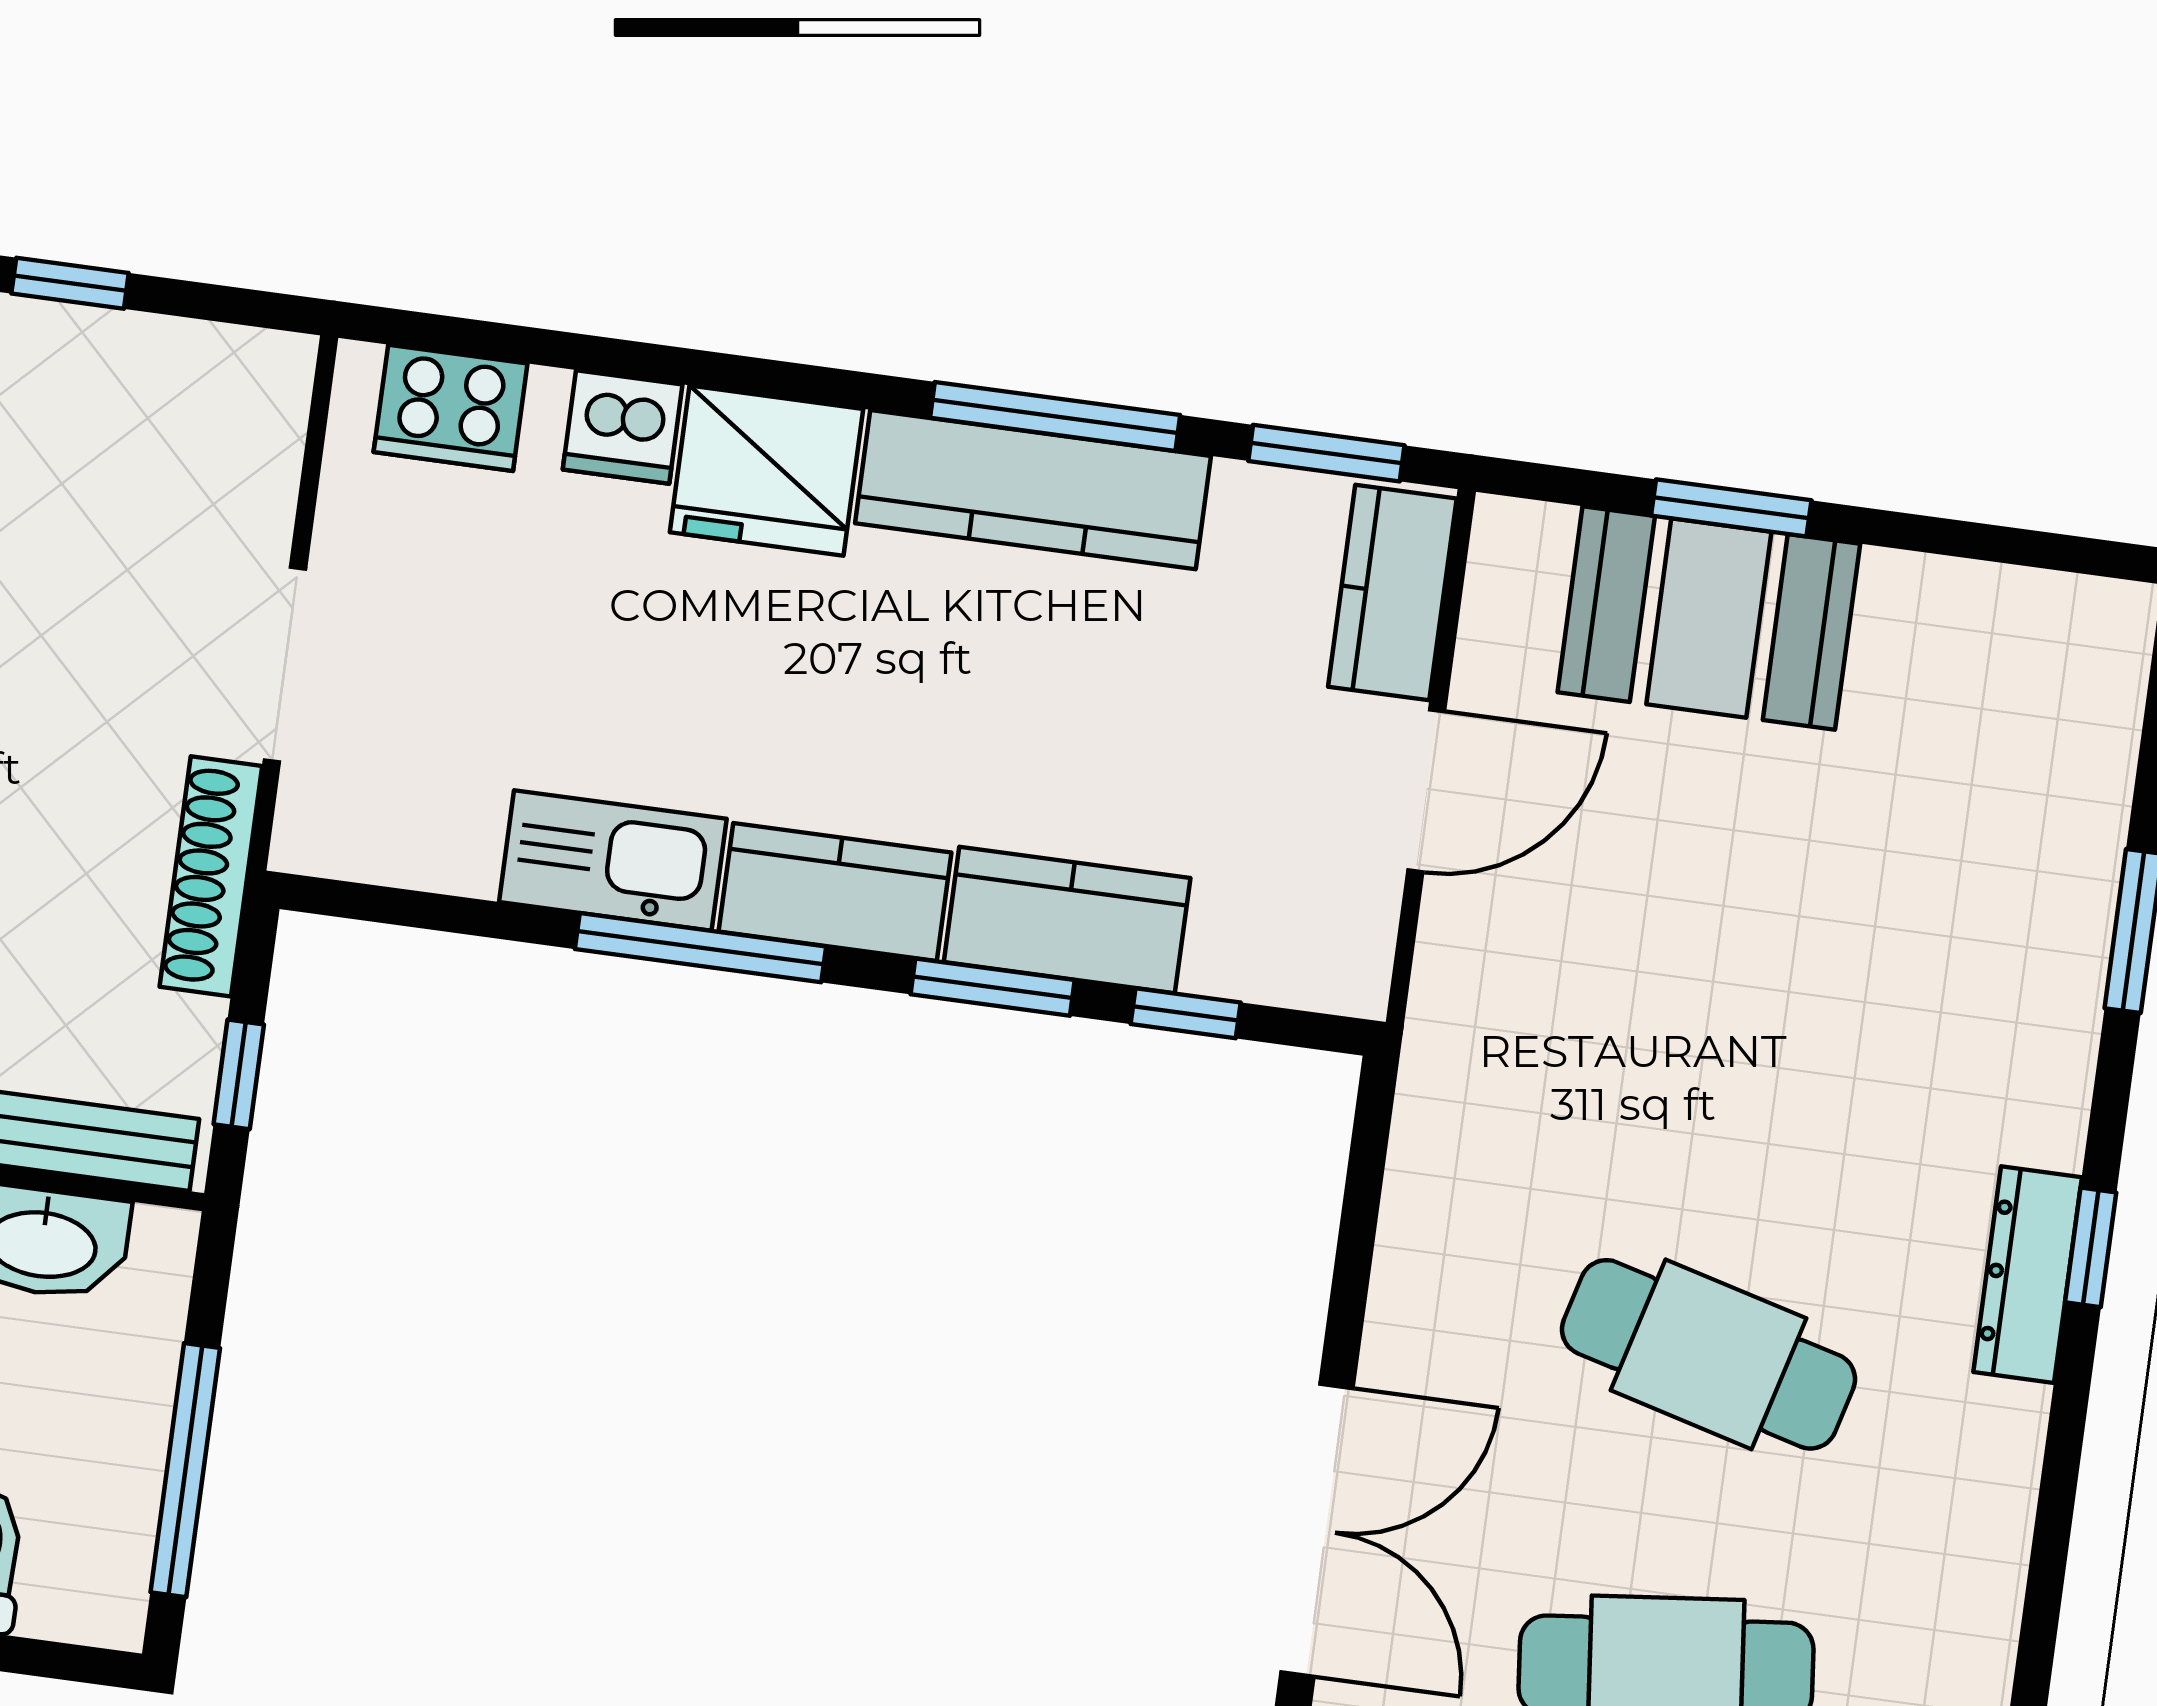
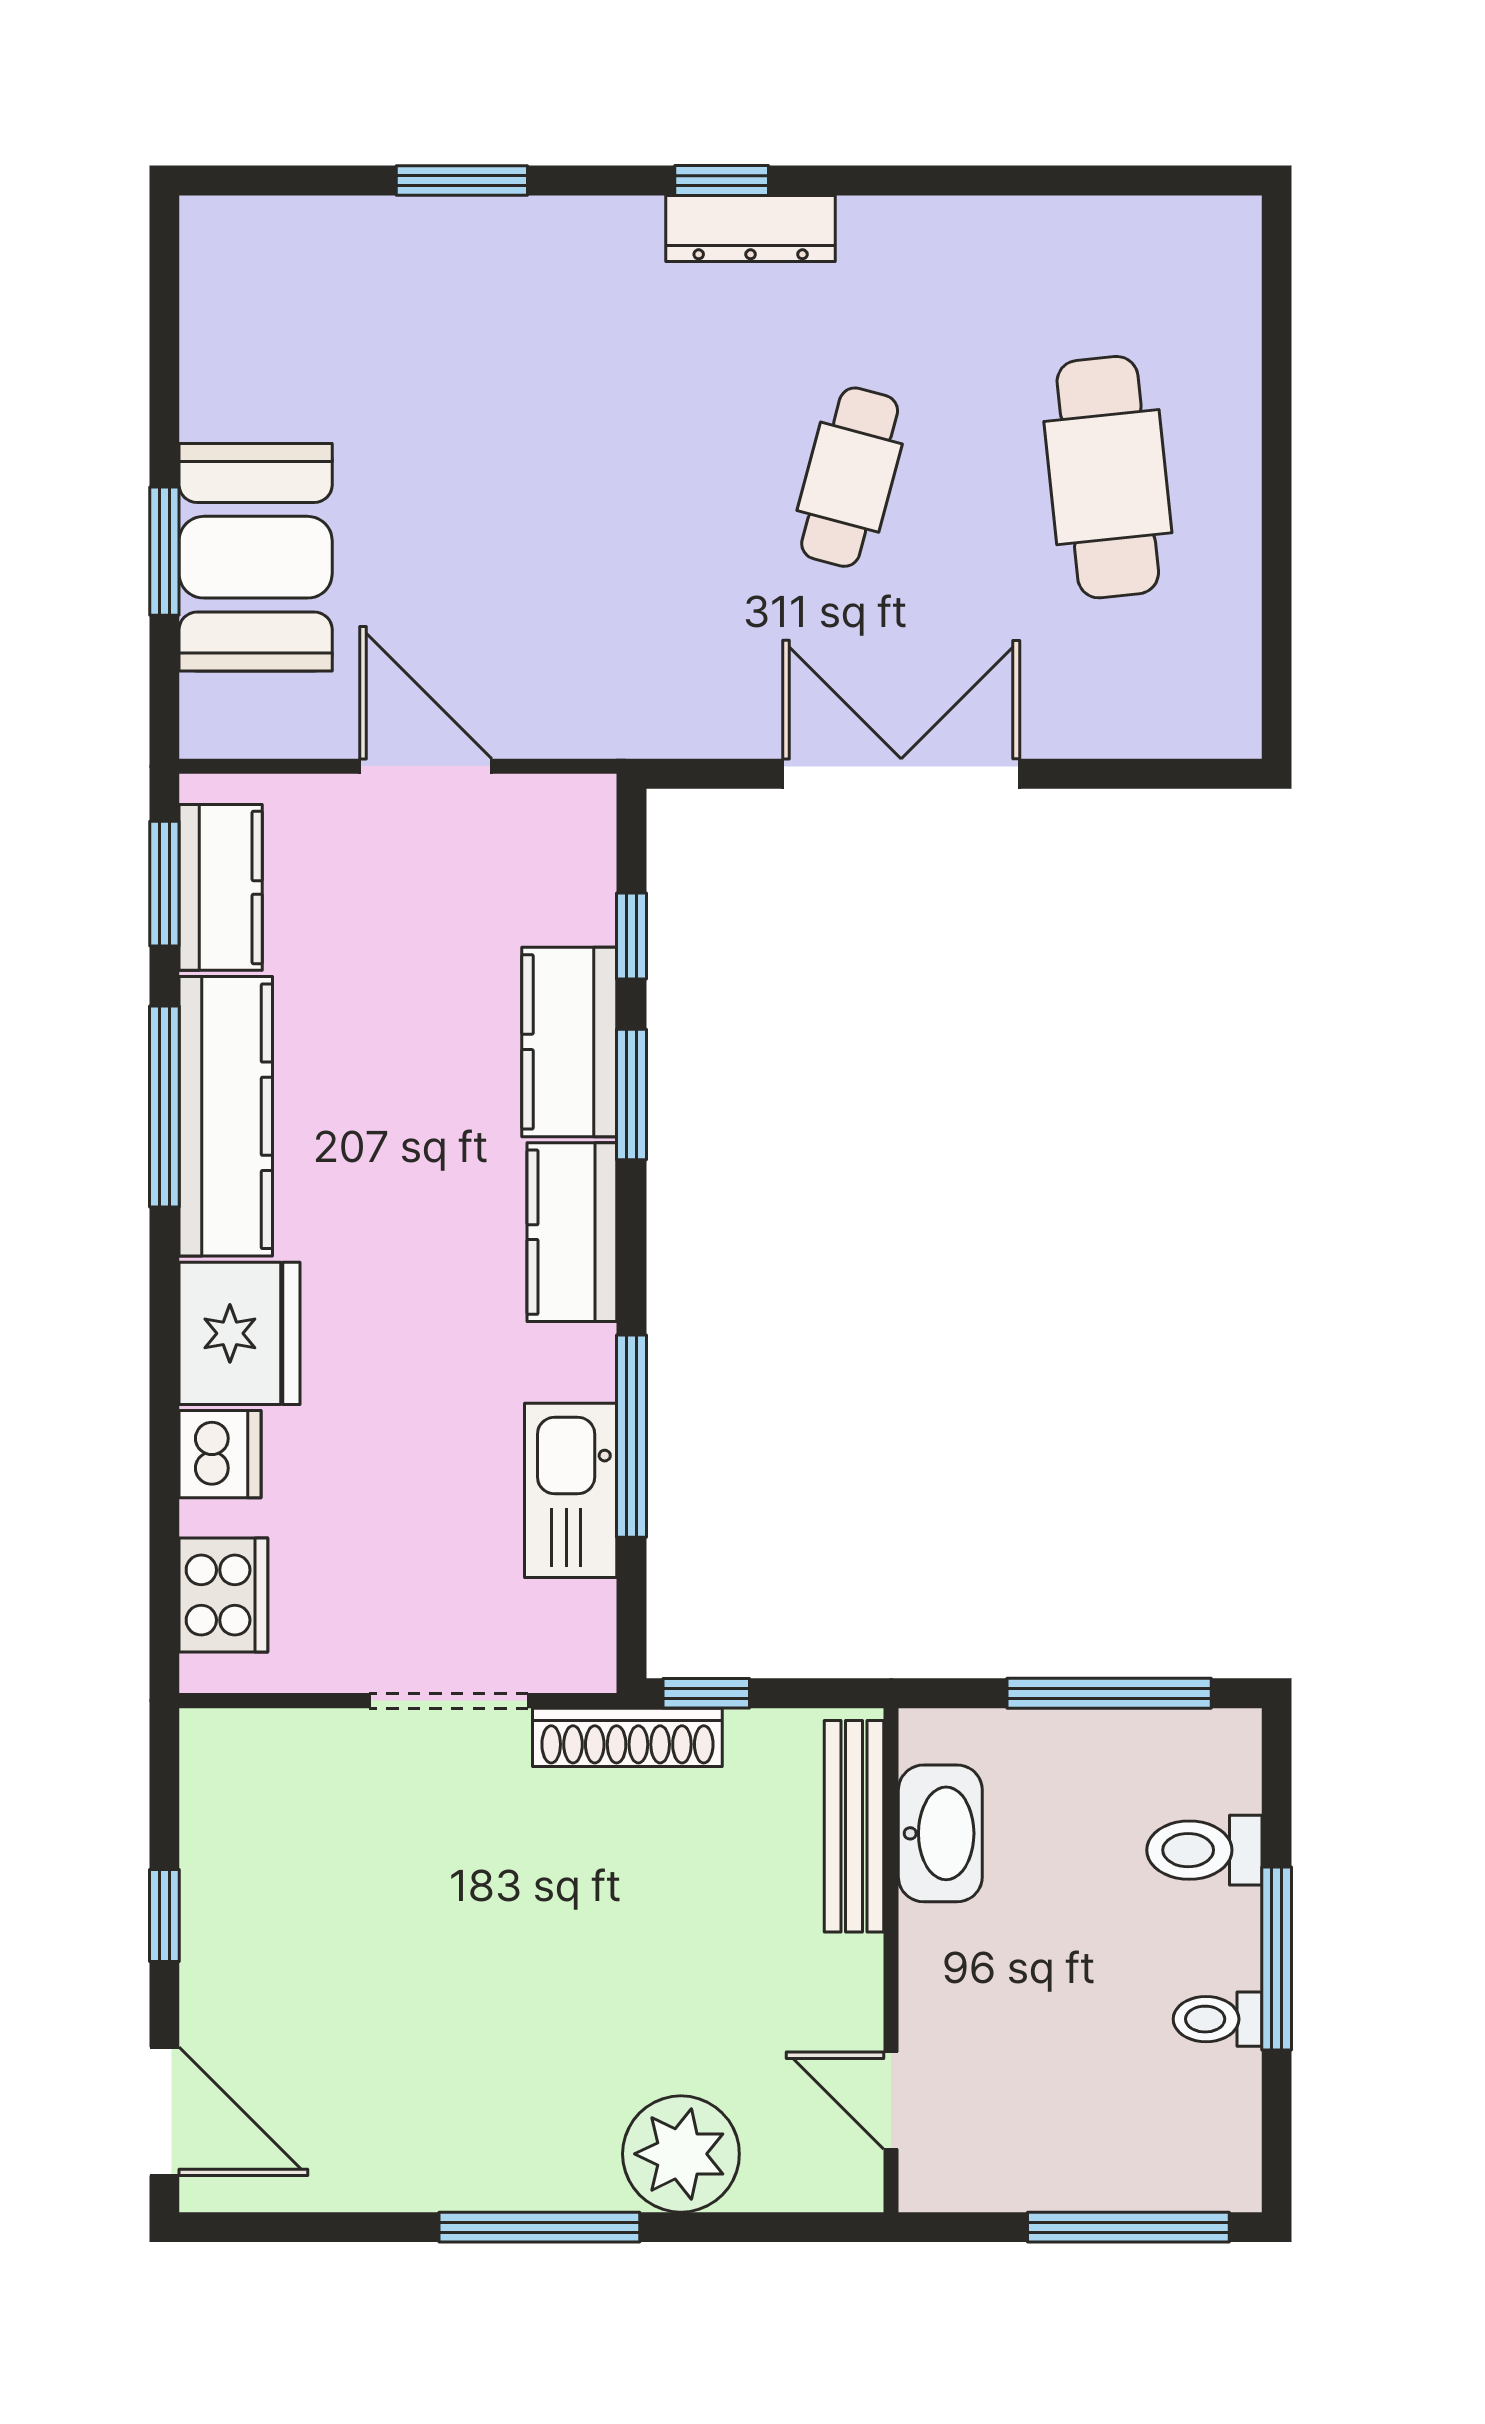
kitchen counter: (1392, 593) -> (221, 887), moved, turned -90
kitchen sink: (613, 860) -> (571, 1490), moved
window: (700, 948) -> (632, 1436), moved
window: (239, 1074) -> (706, 1693), moved
cafe table: (1708, 1354) -> (850, 477), width x0.73, depth x0.74
double door: (1317, 1530) -> (901, 774), moved

